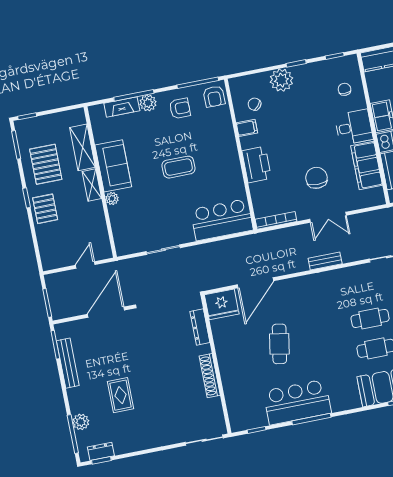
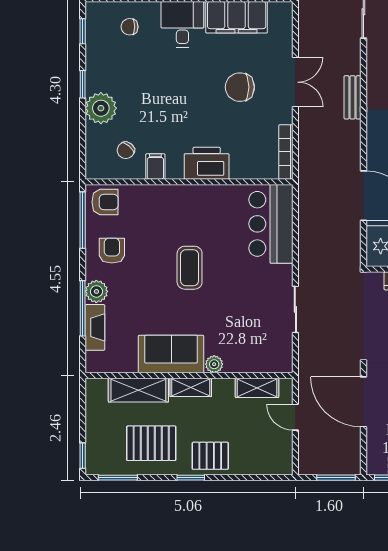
shelving: (101, 233) -> (257, 388), added

